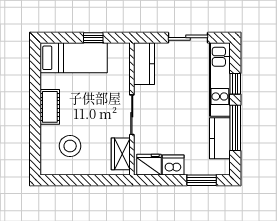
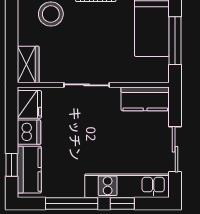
window: (93, 38) -> (175, 41), width x2.17
kitchen counter: (220, 138) -> (29, 170), moved, turned 90
wardrobe: (121, 154) -> (28, 64), moved, turned 90
window: (202, 180) -> (12, 165), width x0.67

